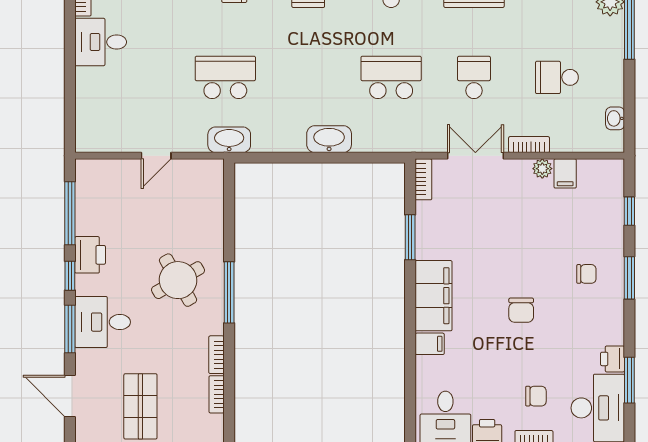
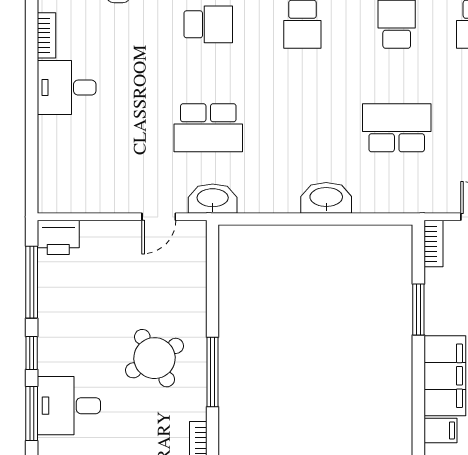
school desk: (225, 77) -> (208, 128), turned 180
door: (156, 156) -> (159, 217), moved
printer: (90, 255) -> (58, 237), moved, turned 90

